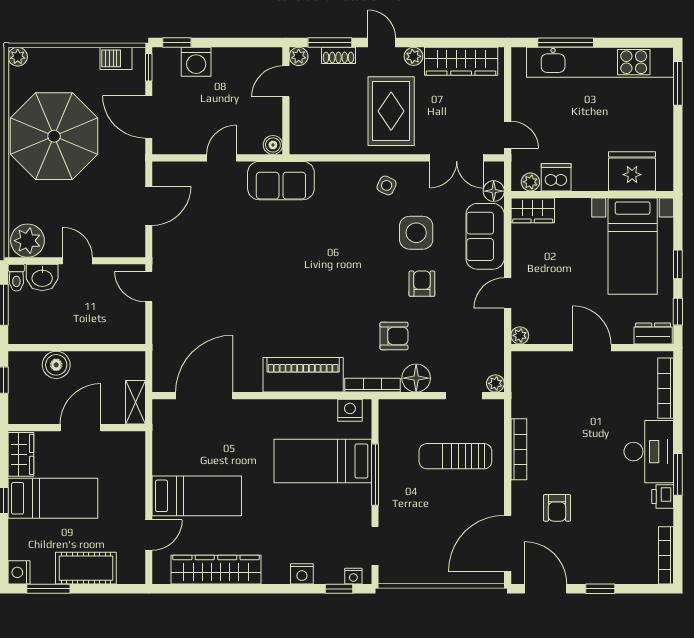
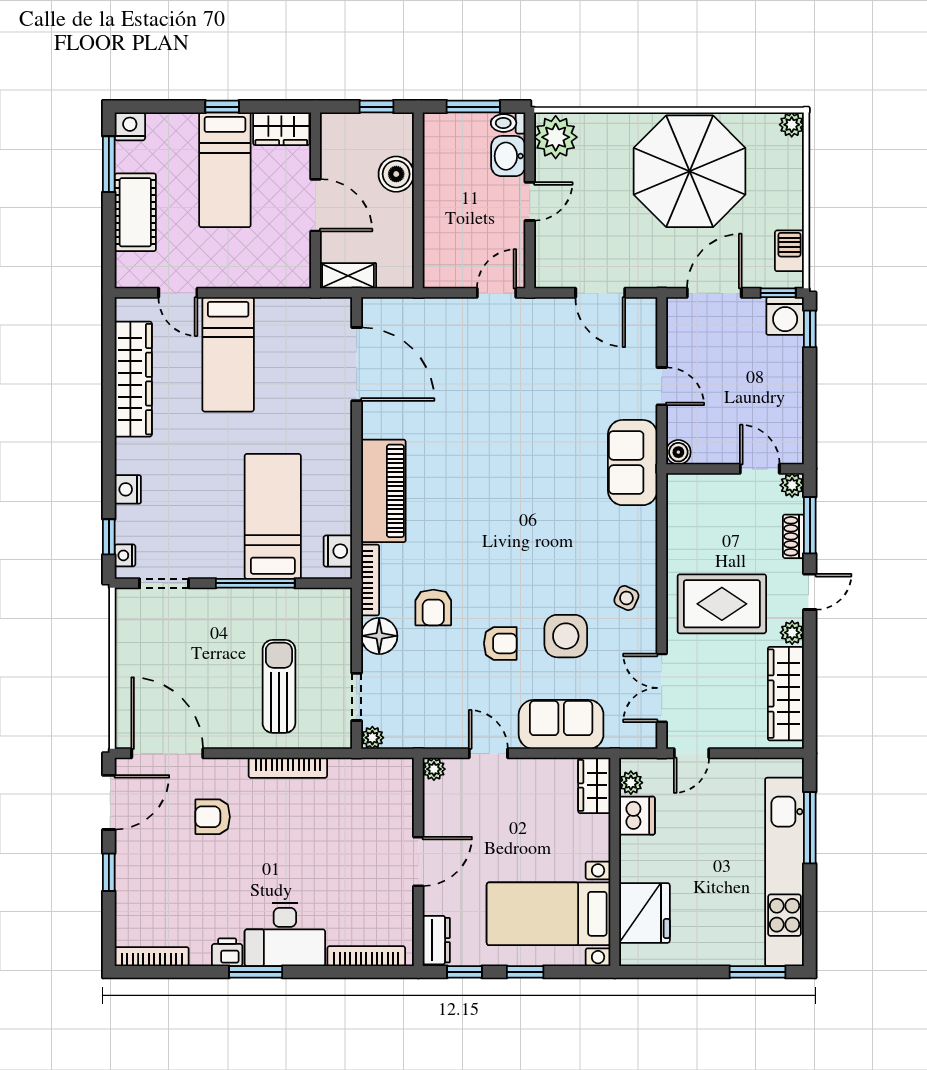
washing machine: (196, 62) -> (785, 316), moved, turned -90
floor lamp: (494, 191) -> (619, 736), removed

